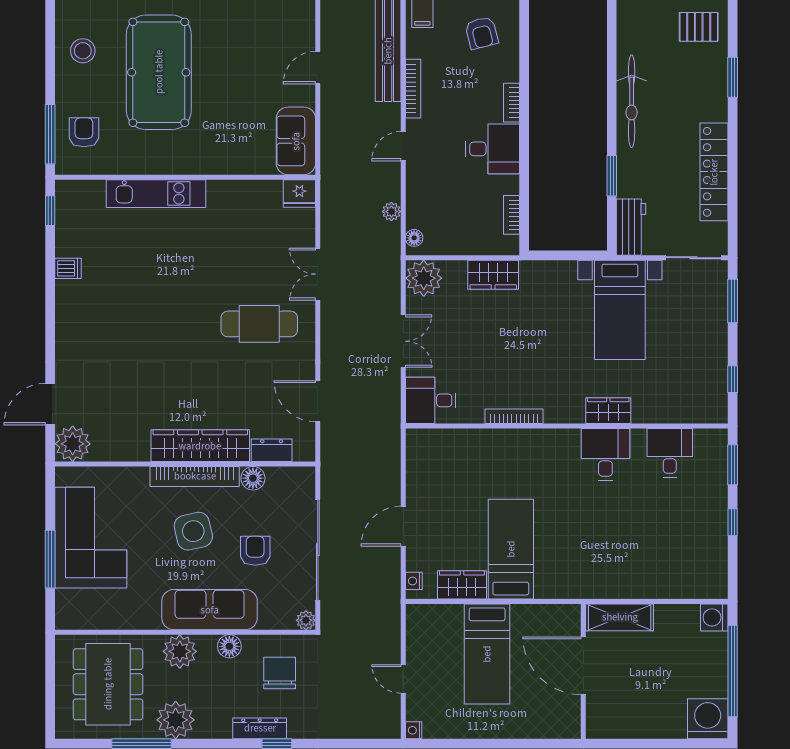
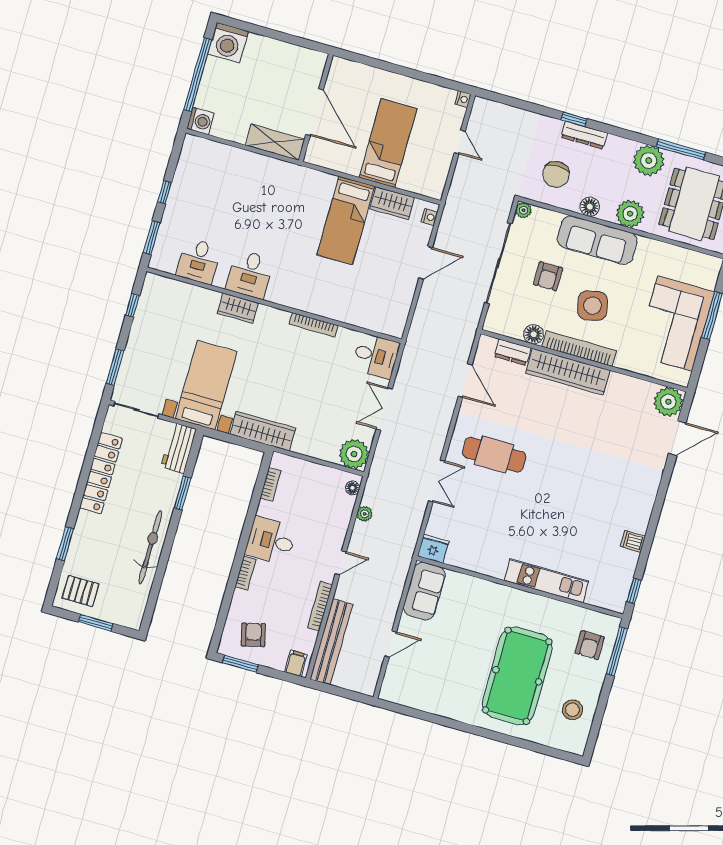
wardrobe: (493, 275) -> (263, 431), moved, width x1.50

